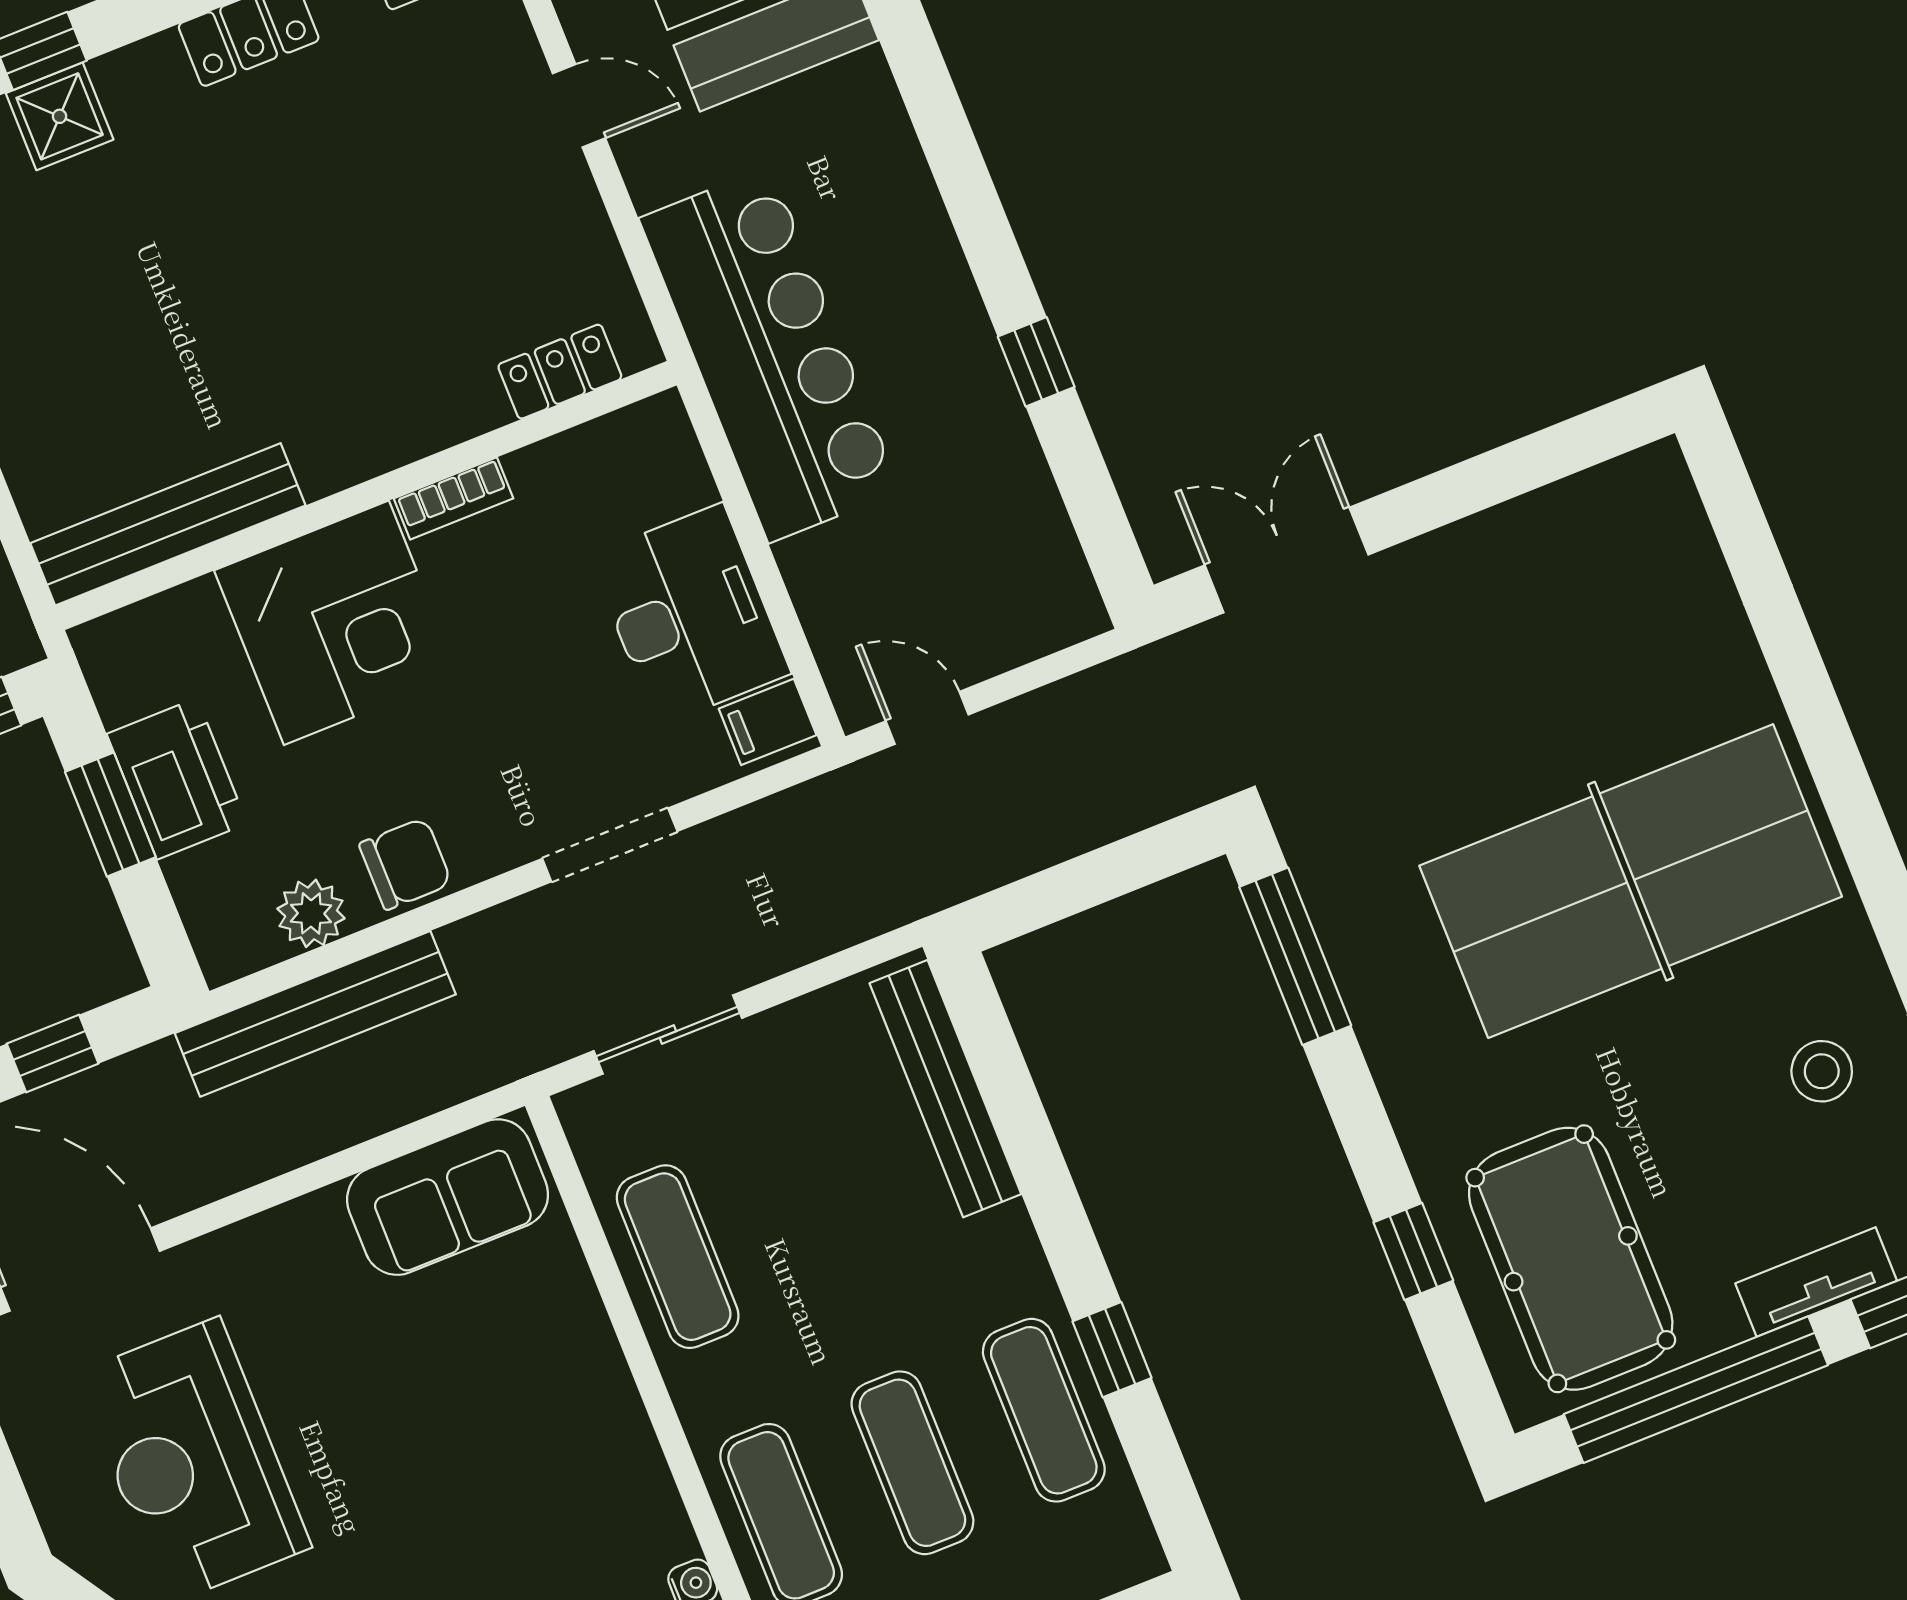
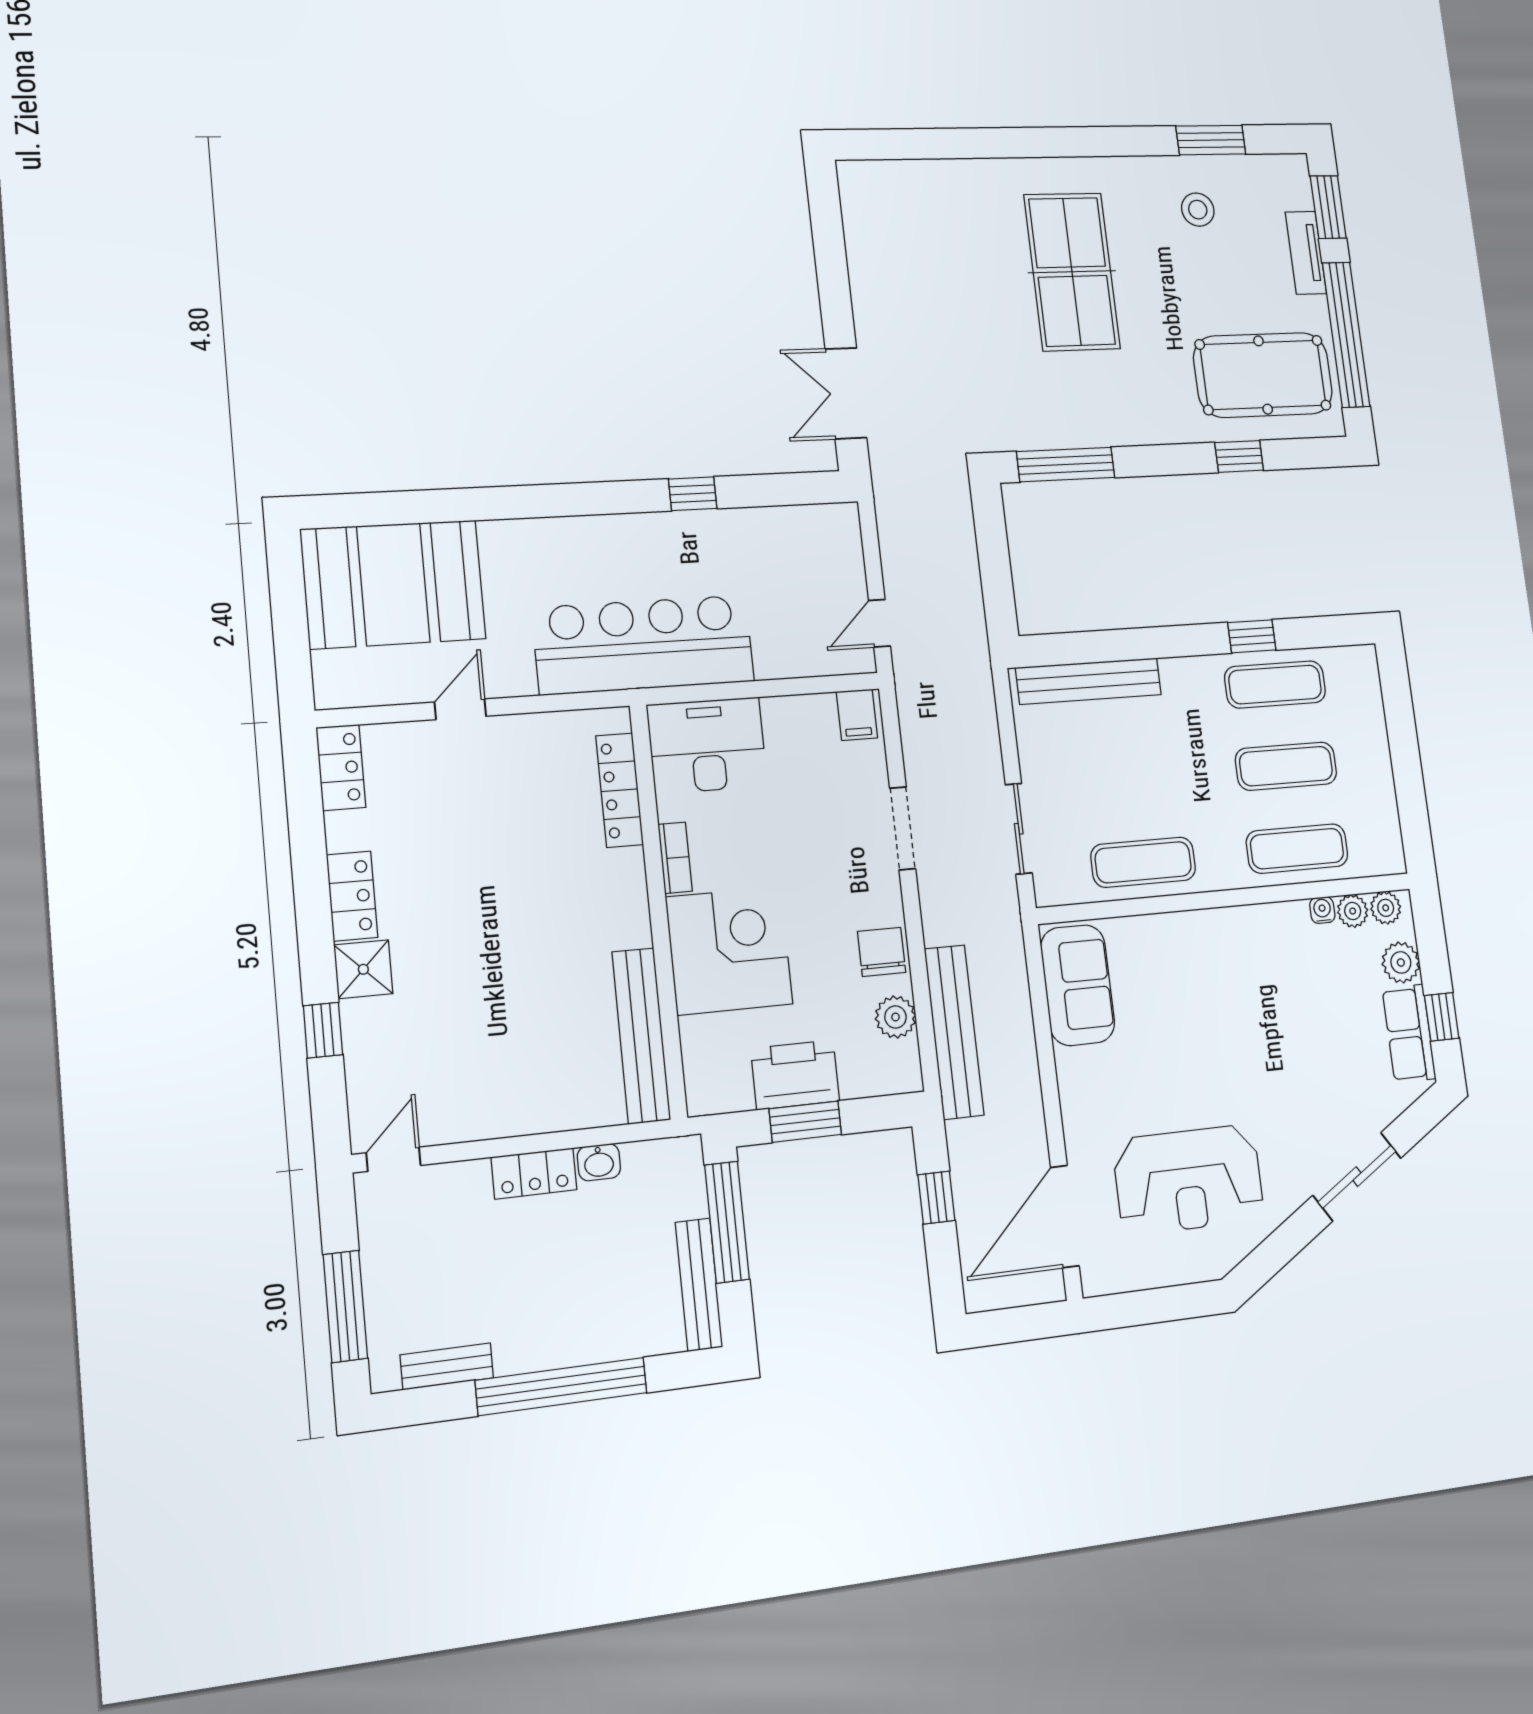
shower: (60, 116) -> (363, 969), moved
locker: (560, 372) -> (620, 790), width x1.53
desk: (690, 615) -> (707, 745), moved
table tennis table: (1631, 881) -> (1072, 272), width x0.73, depth x0.76

